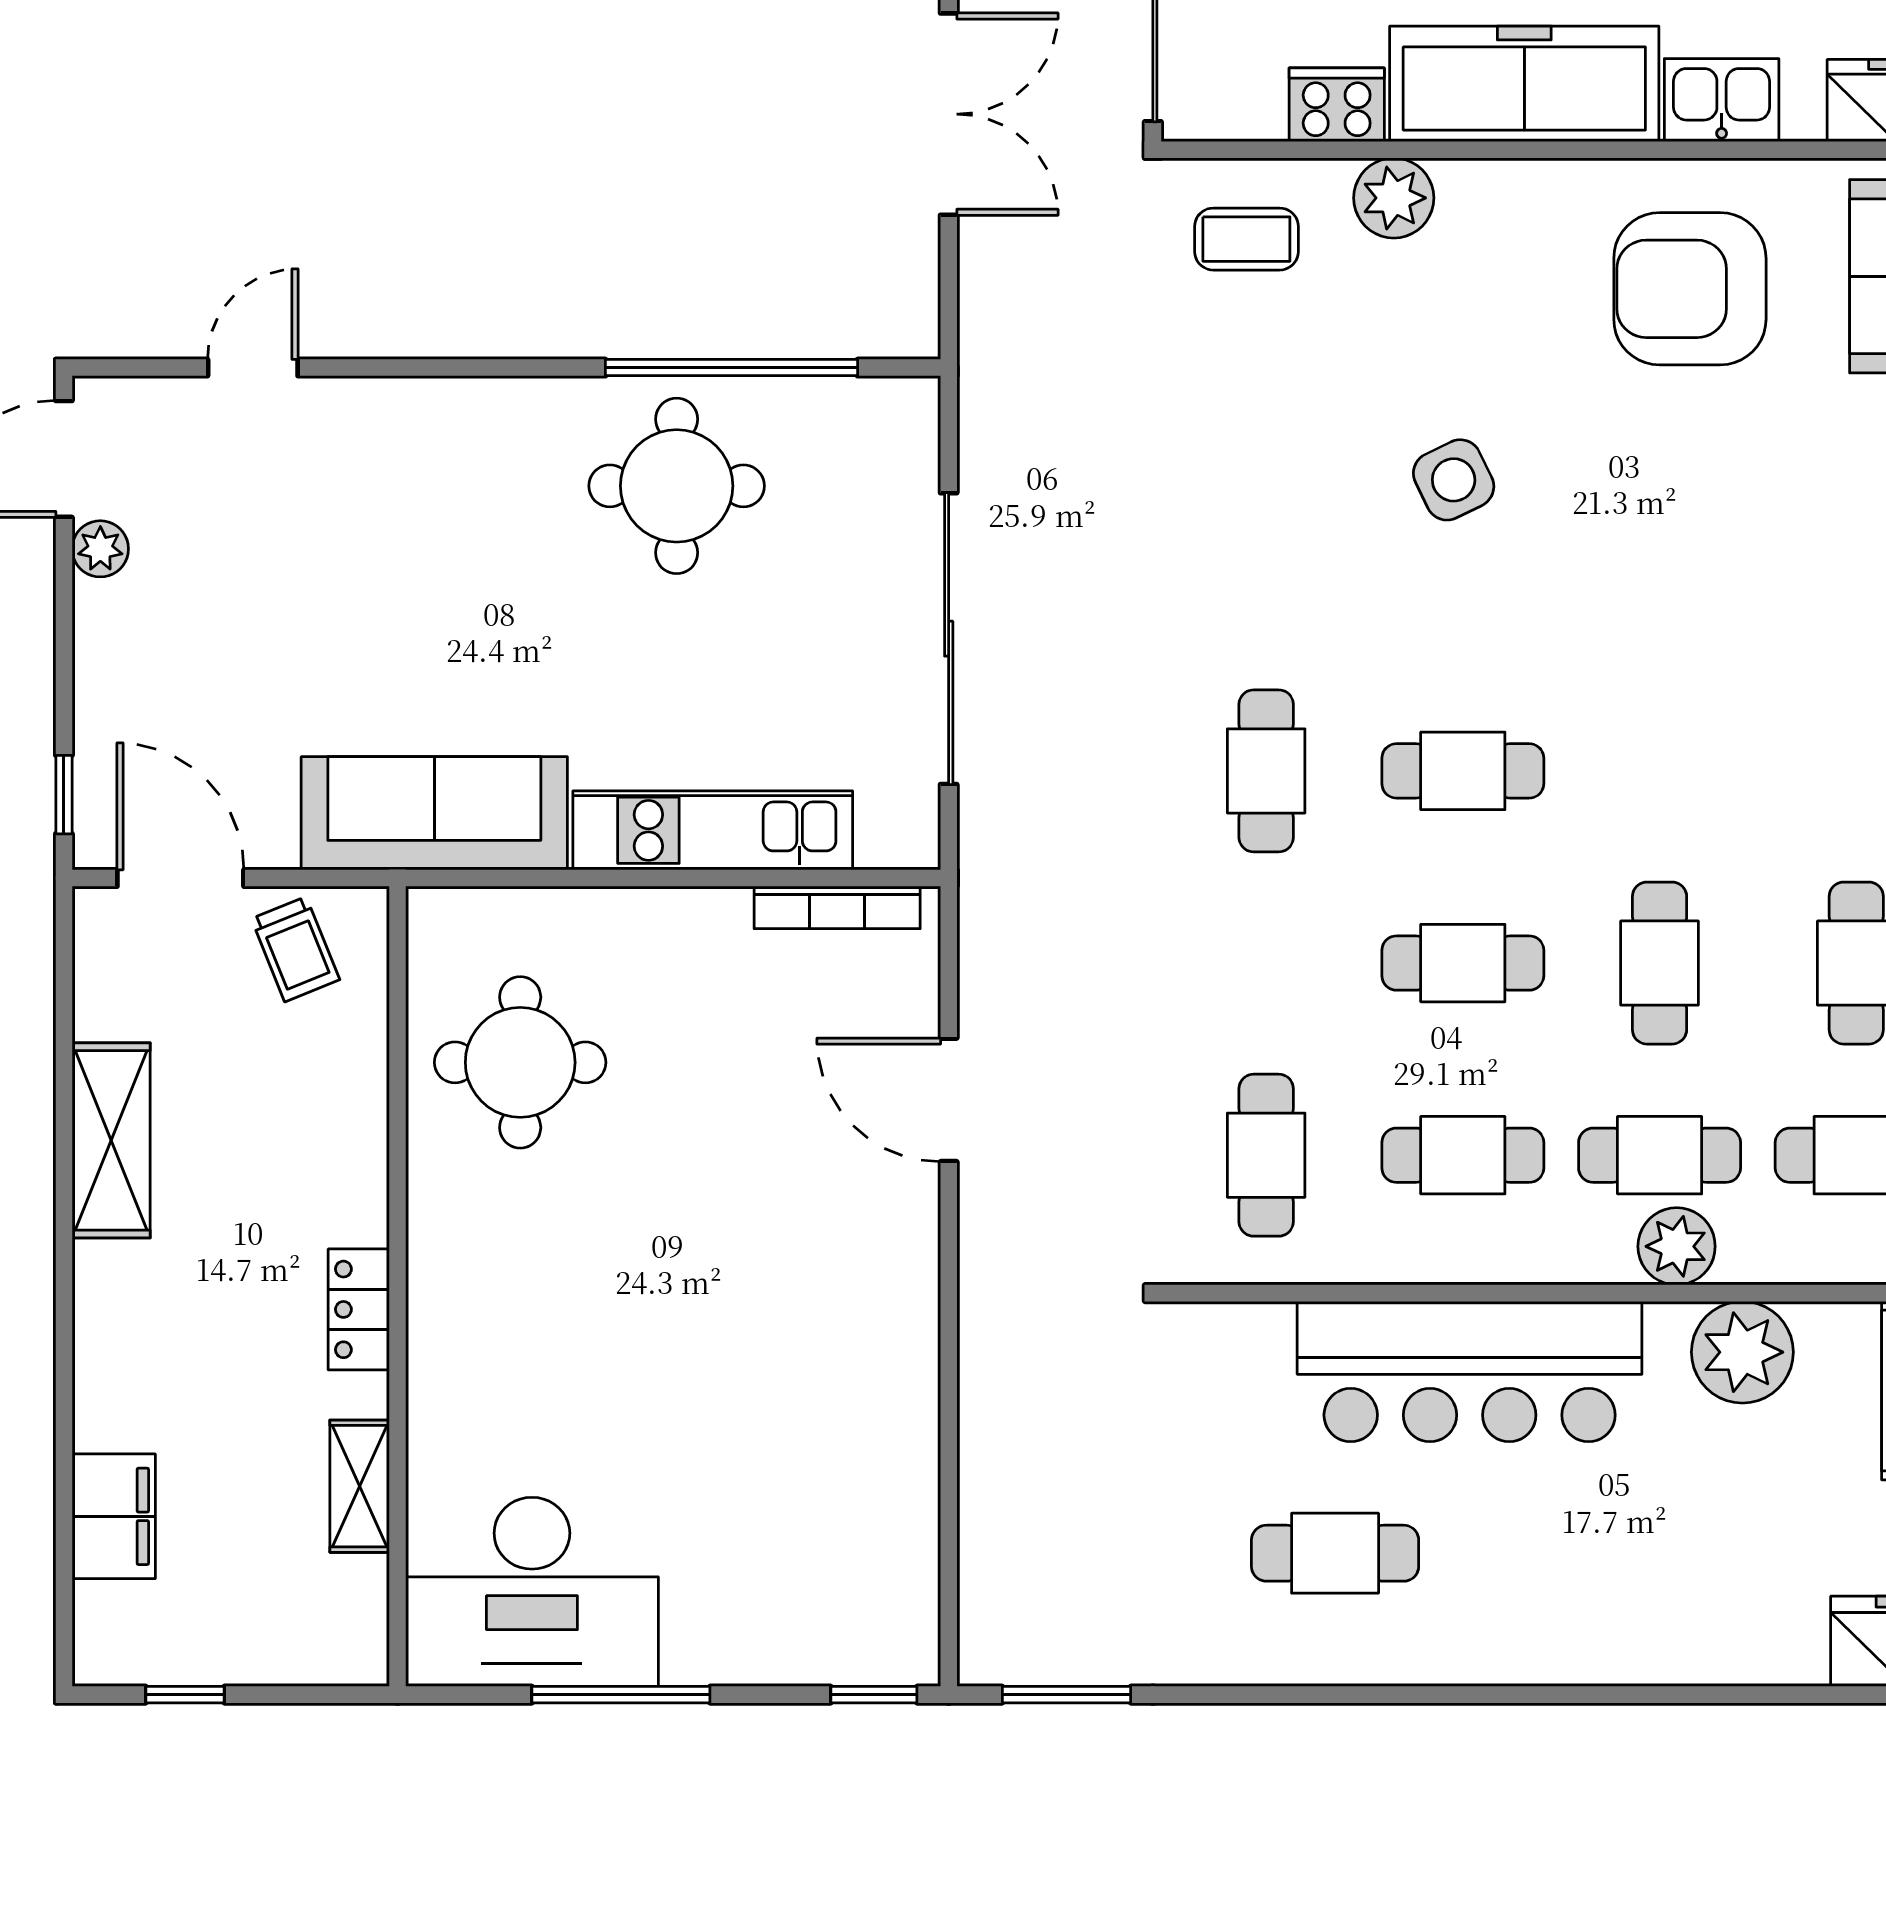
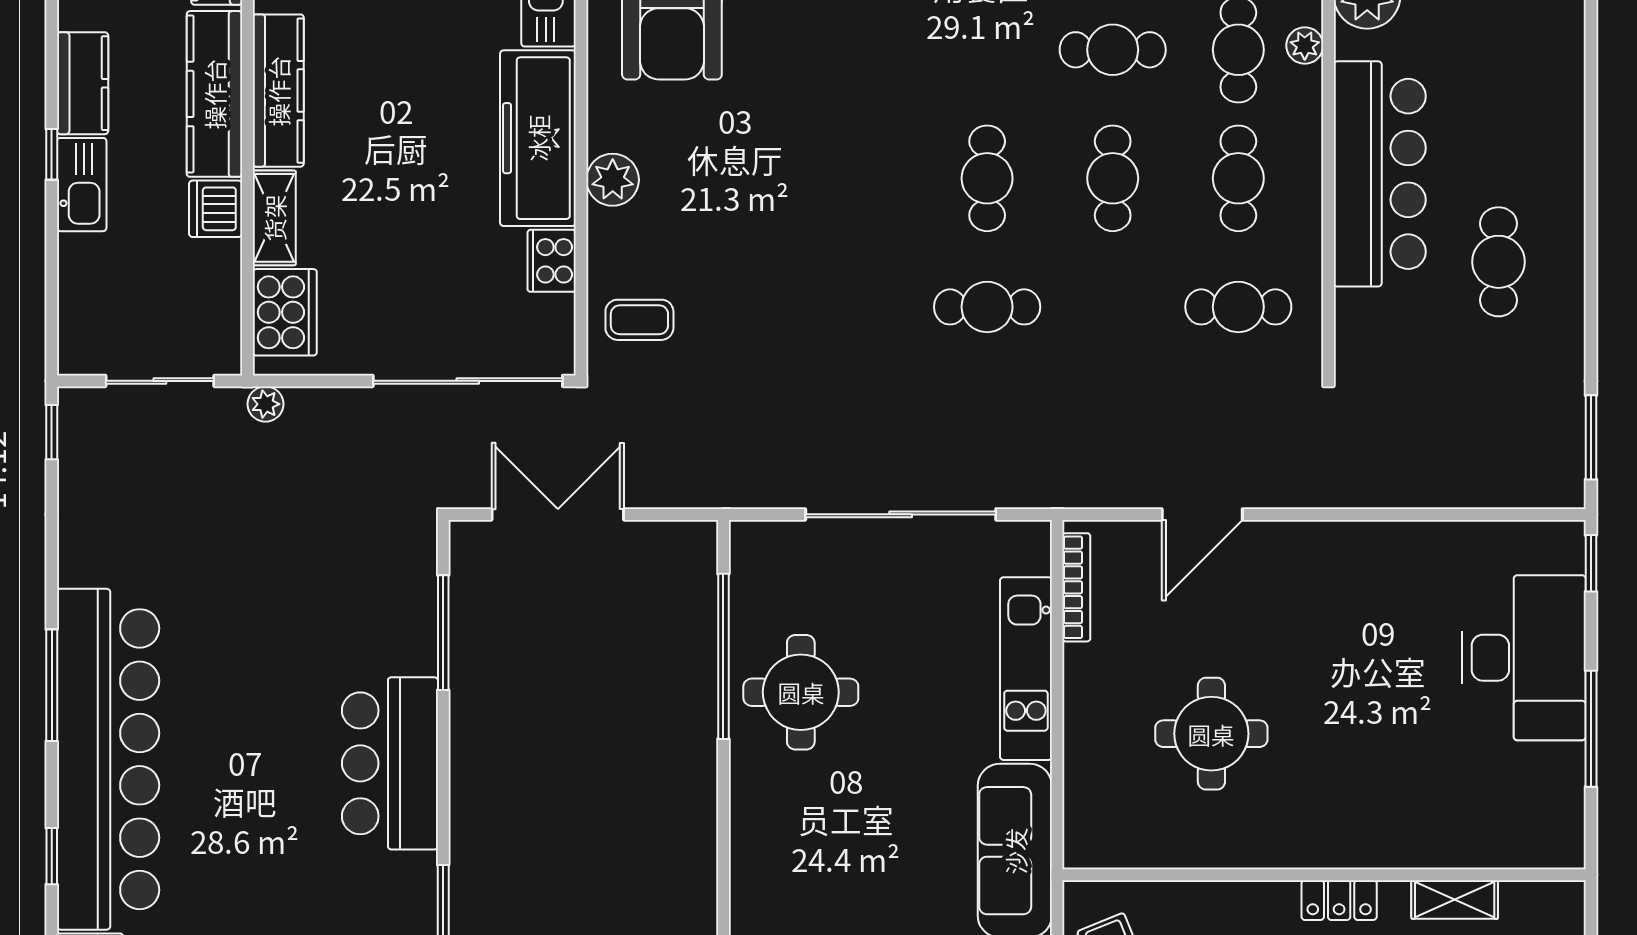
plant: (1394, 198) -> (613, 180), moved
coffee table: (1246, 239) -> (639, 320), turned 90
side table: (1454, 480) -> (797, 184), removed
round table: (520, 1062) -> (1211, 734), moved
plant: (1677, 1246) -> (1305, 45), width x0.73, depth x0.73
desk: (532, 1592) -> (1524, 658), moved

